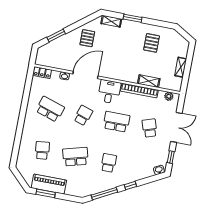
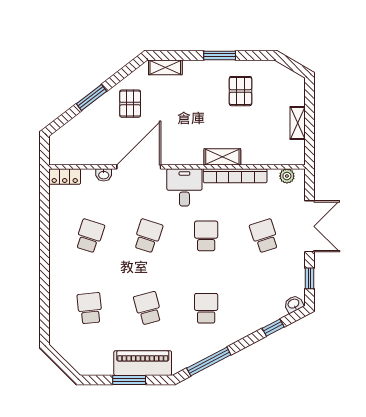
window: (133, 18) -> (220, 55), moved
window: (56, 35) -> (92, 97), moved
shelving: (149, 81) -> (222, 157), moved
school desk: (50, 109) -> (90, 236), width x0.54
school desk: (116, 122) -> (206, 236), width x0.54
school desk: (75, 157) -> (148, 308), width x0.54
piano: (49, 184) -> (143, 363), moved
window: (130, 186) -> (273, 328), moved
window: (46, 193) -> (129, 380), moved

